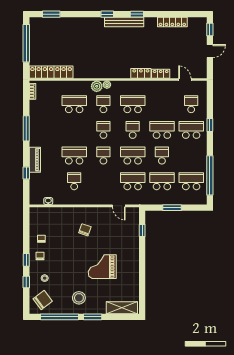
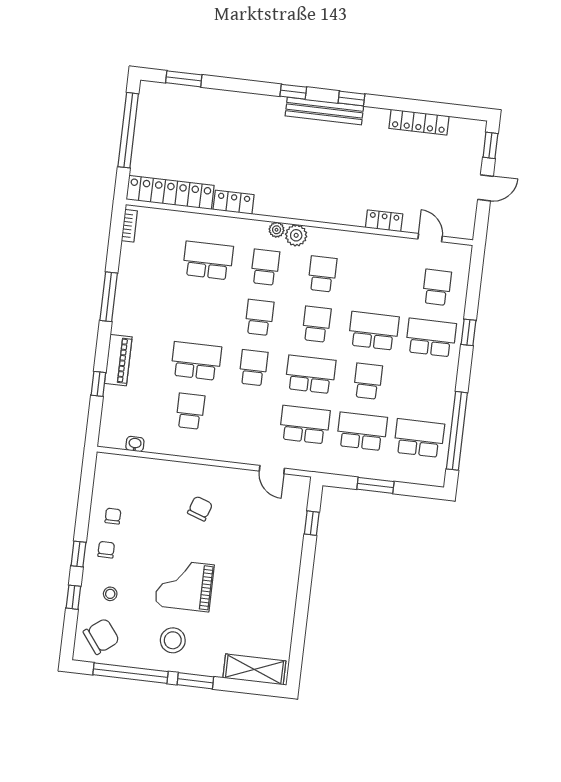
locker: (141, 73) -> (234, 202), moved
plant: (97, 86) -> (296, 235), moved
school desk: (133, 104) -> (322, 274), width x0.54
grand piano: (102, 267) -> (184, 585), moved

